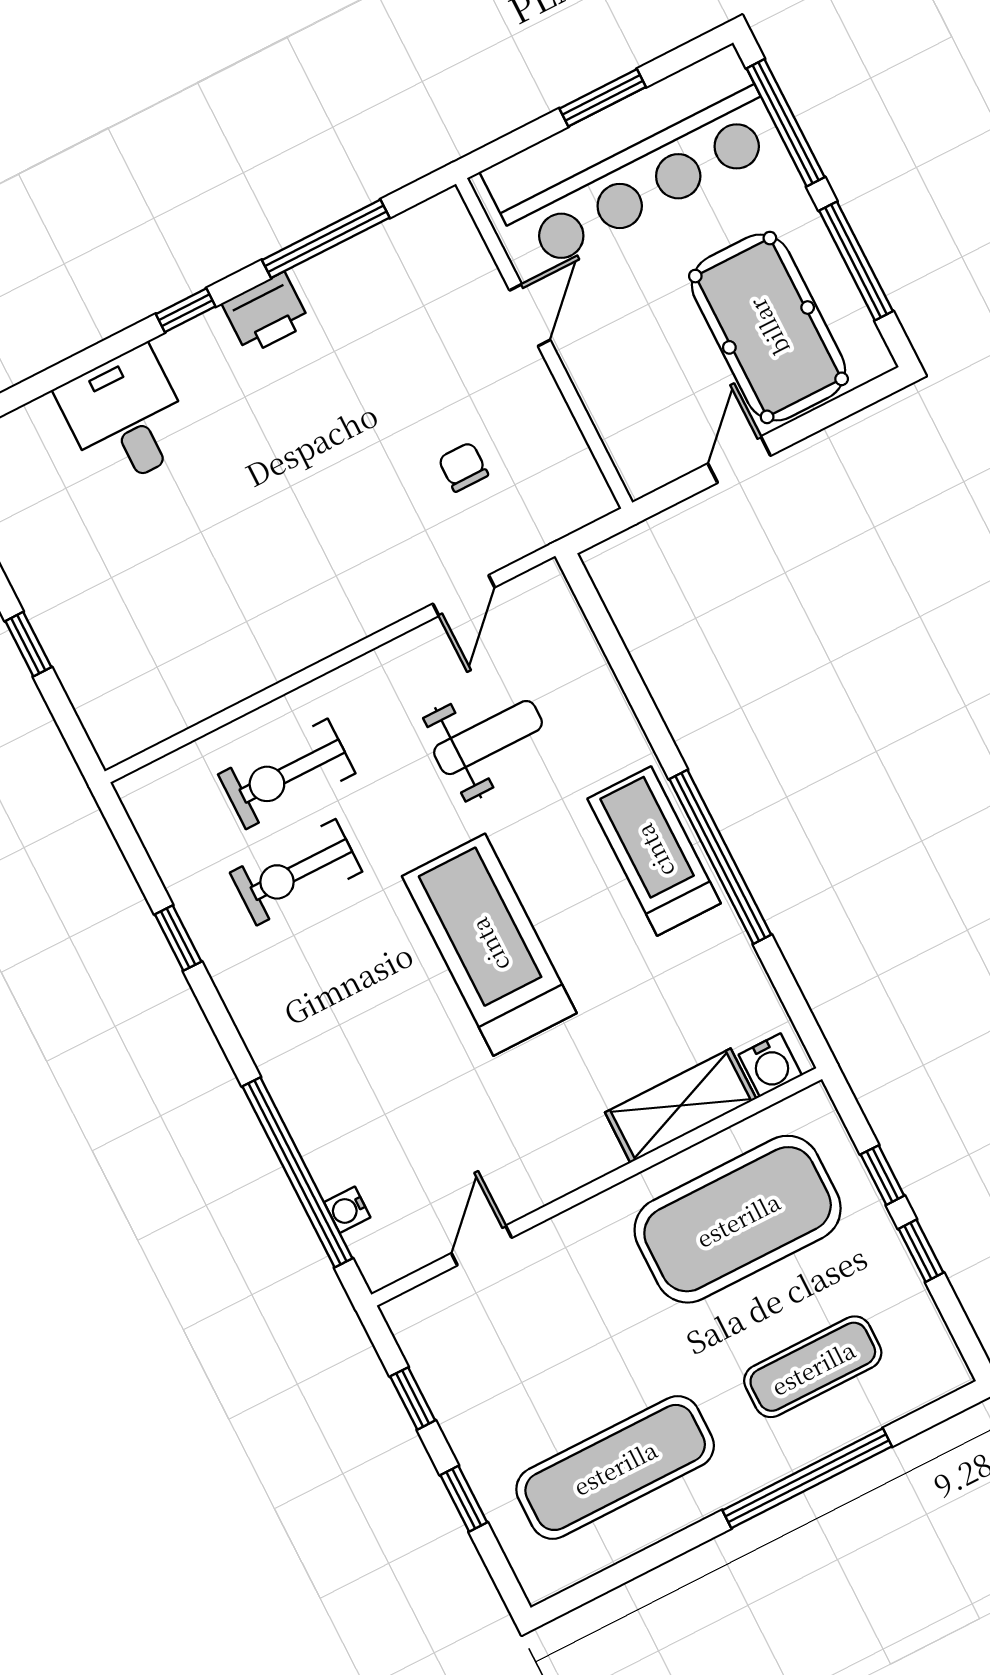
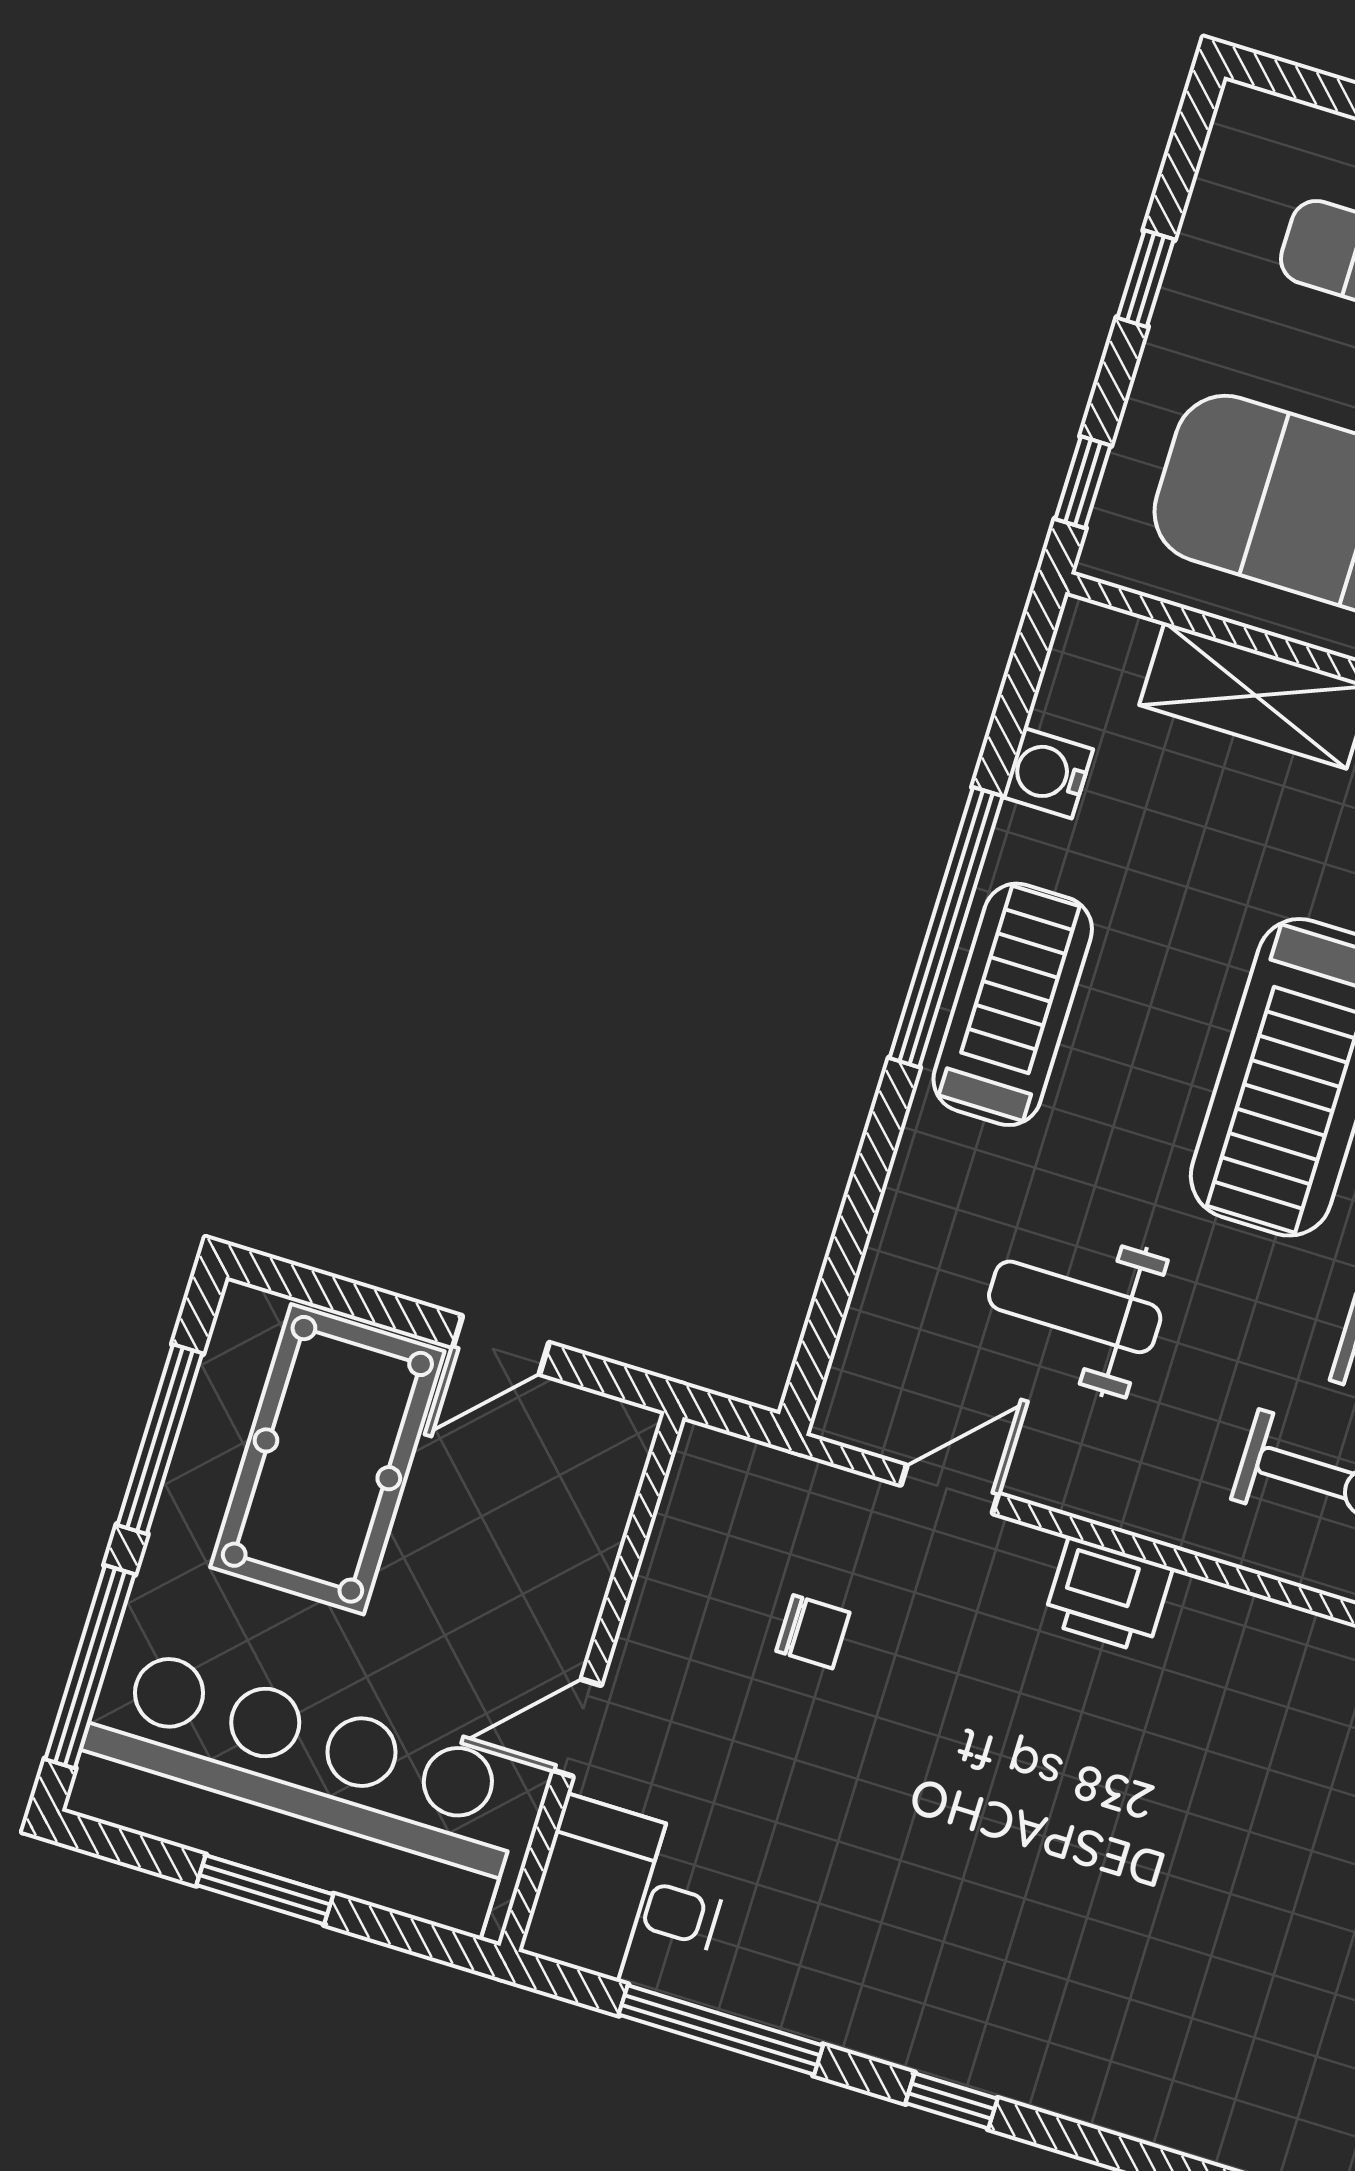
printer: (266, 313) -> (1108, 1595), moved, turned 180
desk: (126, 417) -> (628, 1899), moved, turned 90
chair: (463, 467) -> (813, 1632), turned -90
treadmill: (654, 851) -> (1013, 1004), turned 180
water cooler: (770, 1065) -> (1048, 773), moved, turned -90
window: (882, 1175) -> (1083, 482), moved

